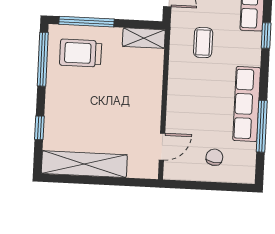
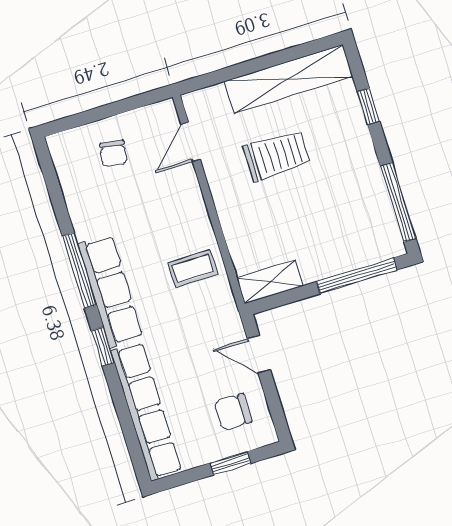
coffee table: (203, 43) -> (193, 269), moved, turned 90
trolley: (81, 53) -> (277, 155), moved
row of seats: (247, 104) -> (110, 291), moved
window: (262, 126) -> (79, 270), moved

